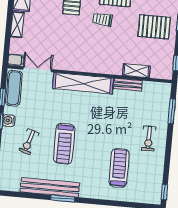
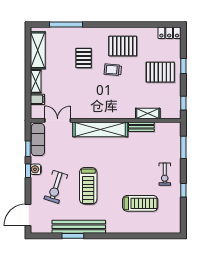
filing cabinet: (16, 60) -> (37, 99), moved
exercise bike: (29, 142) -> (56, 187), width x1.38, depth x1.39
treadmill: (119, 168) -> (140, 203), turned 90
window: (164, 192) -> (183, 190), moved
window: (63, 199) -> (73, 236), moved

